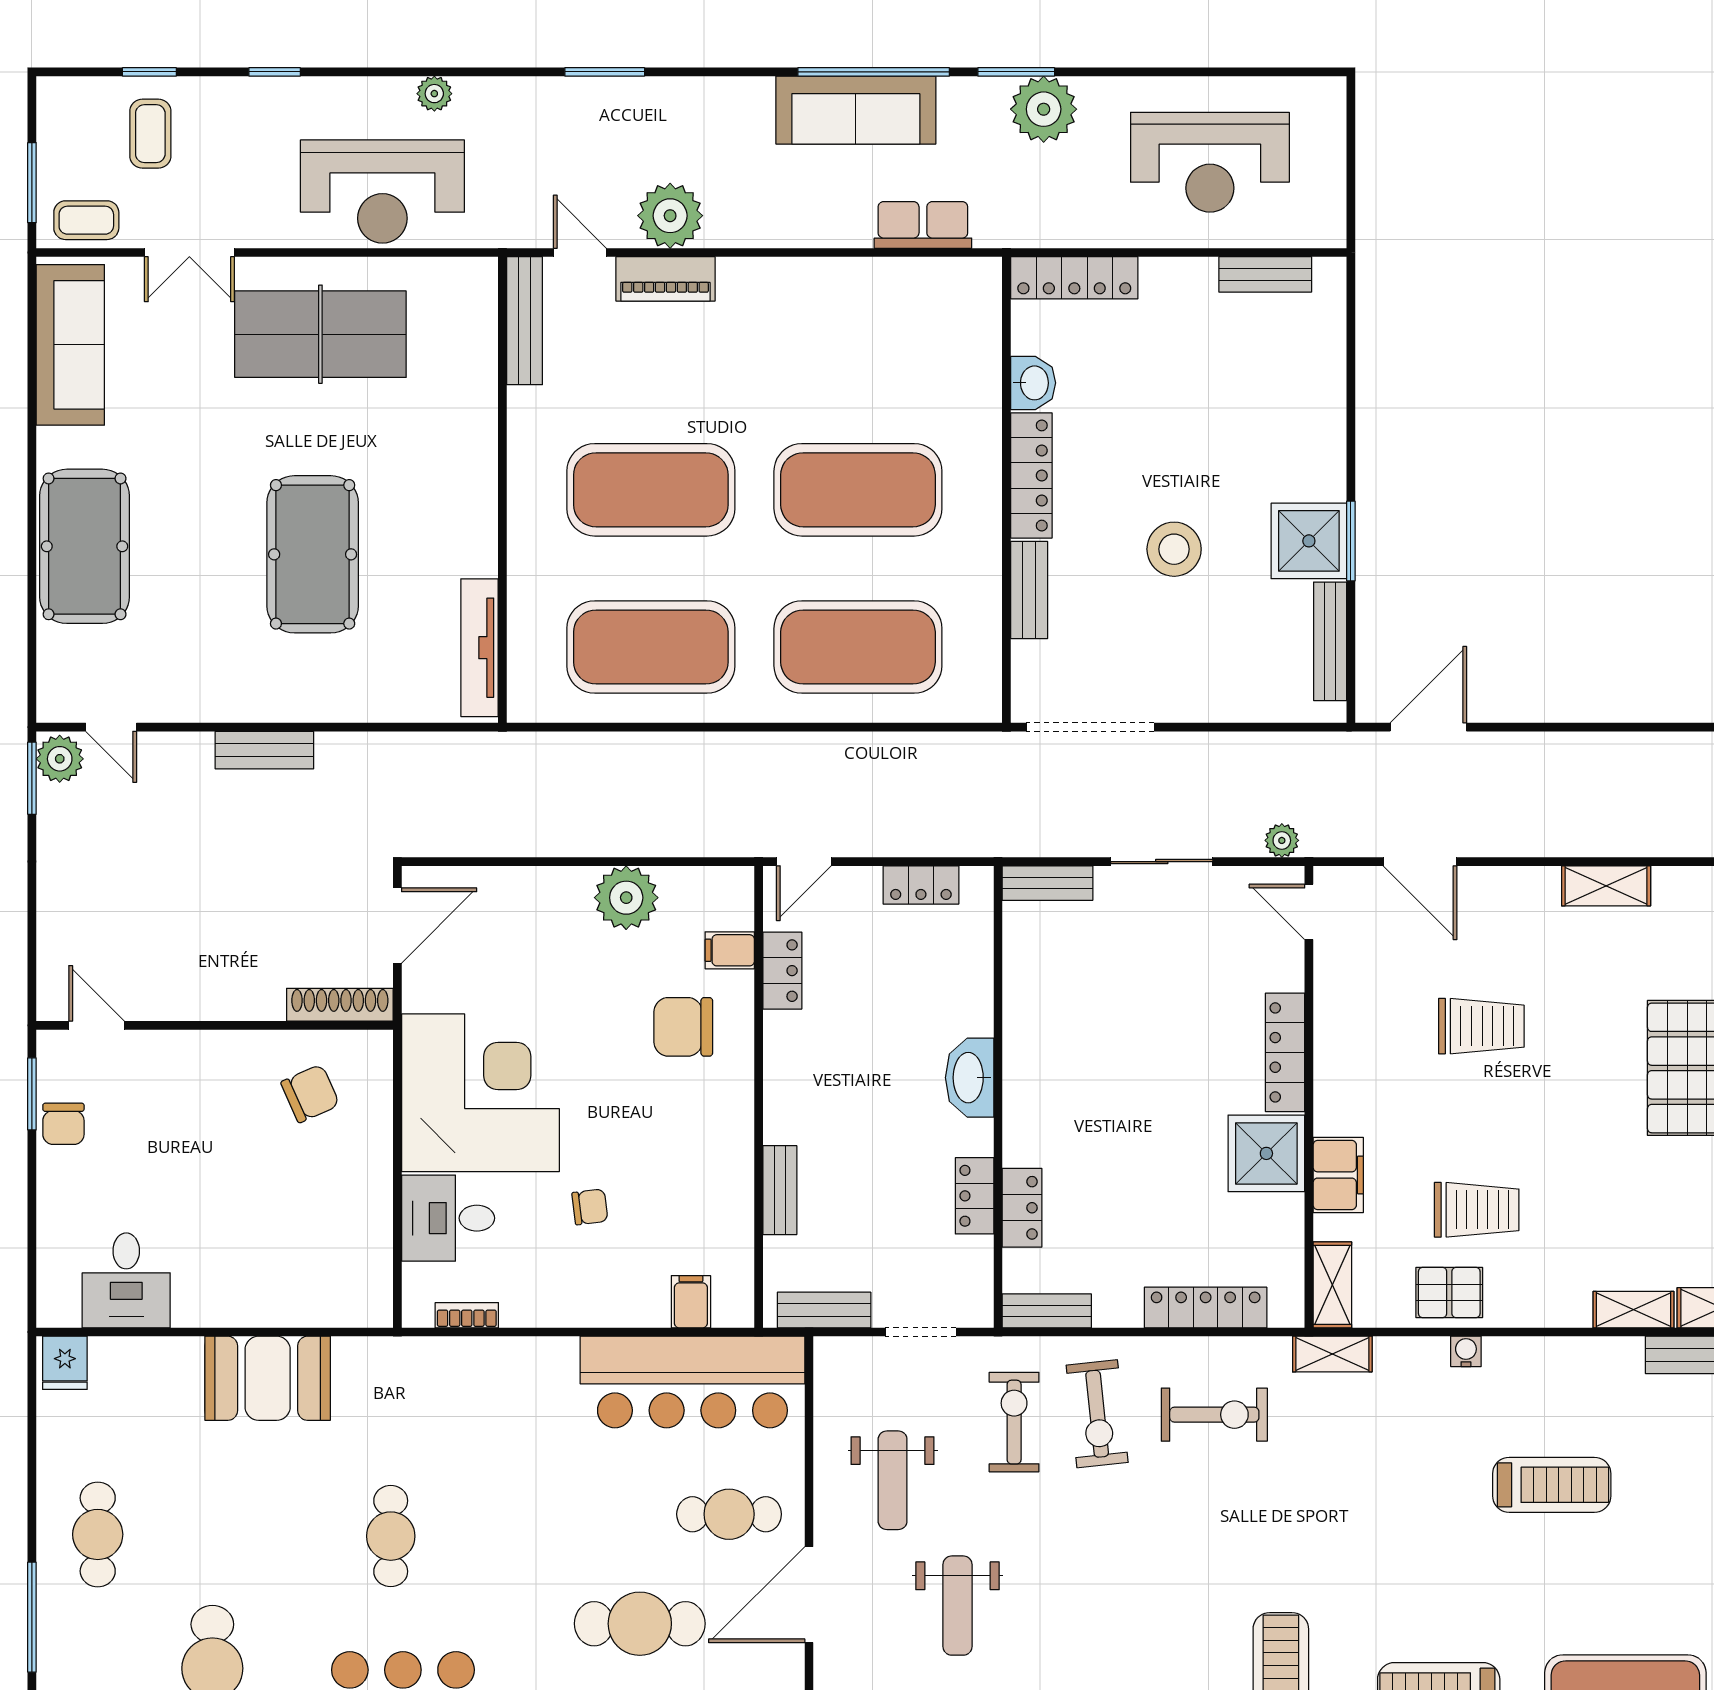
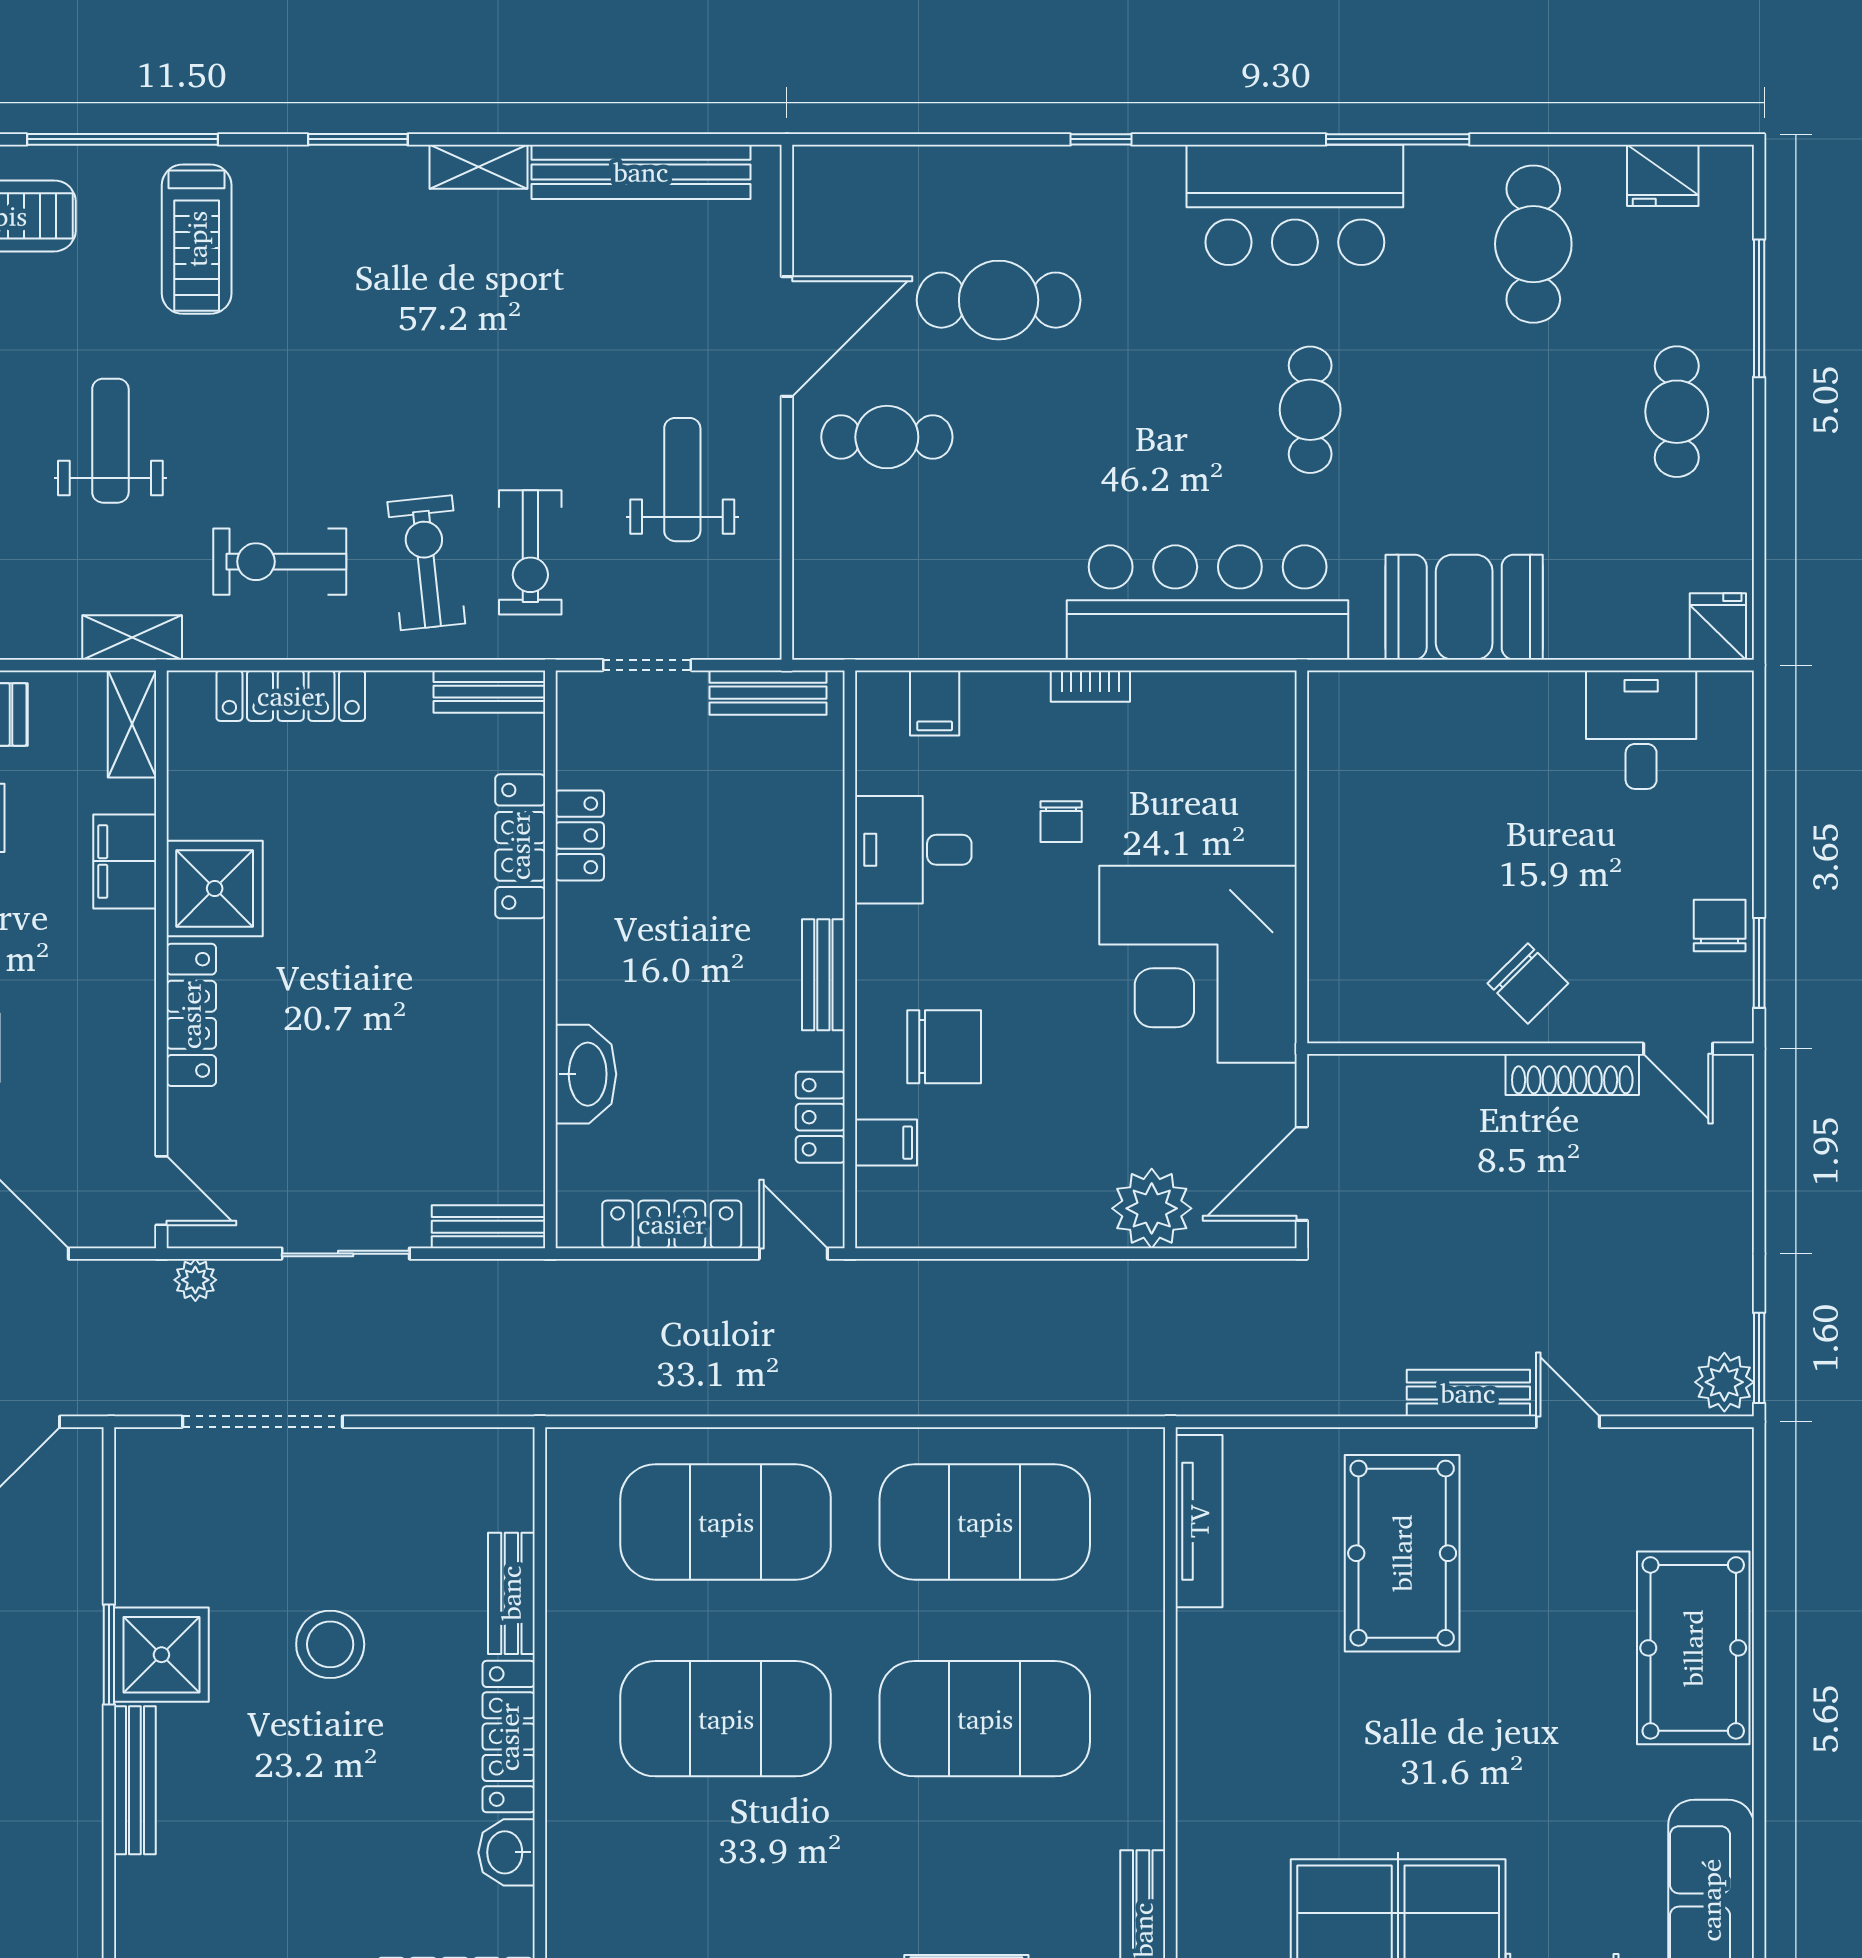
pool table: (313, 554) -> (1402, 1553), moved
bench: (1330, 641) -> (135, 1780), moved
door: (111, 727) -> (1568, 1422), moved
doorway: (1090, 727) -> (262, 1422), moved
door: (804, 862) -> (793, 1254), hinge flipped
locker: (921, 885) -> (672, 1224), width x1.53
plant: (626, 898) -> (1152, 1208), moved
shoe rack: (340, 1005) -> (1572, 1074), moved
washbasin: (970, 1078) -> (586, 1074), moved
chair: (310, 1093) -> (1528, 983), moved, turned -111
bench: (780, 1190) -> (823, 975), moved
chair: (590, 1207) -> (1061, 822), turned -83
locker: (1022, 1208) -> (520, 846), width x1.53
desk: (448, 1218) -> (913, 850), moved, turned 180
bookcase: (467, 1315) -> (1090, 686), moved
bar counter: (692, 1382) -> (1208, 602), moved
weight bench: (958, 1606) -> (110, 441), moved

